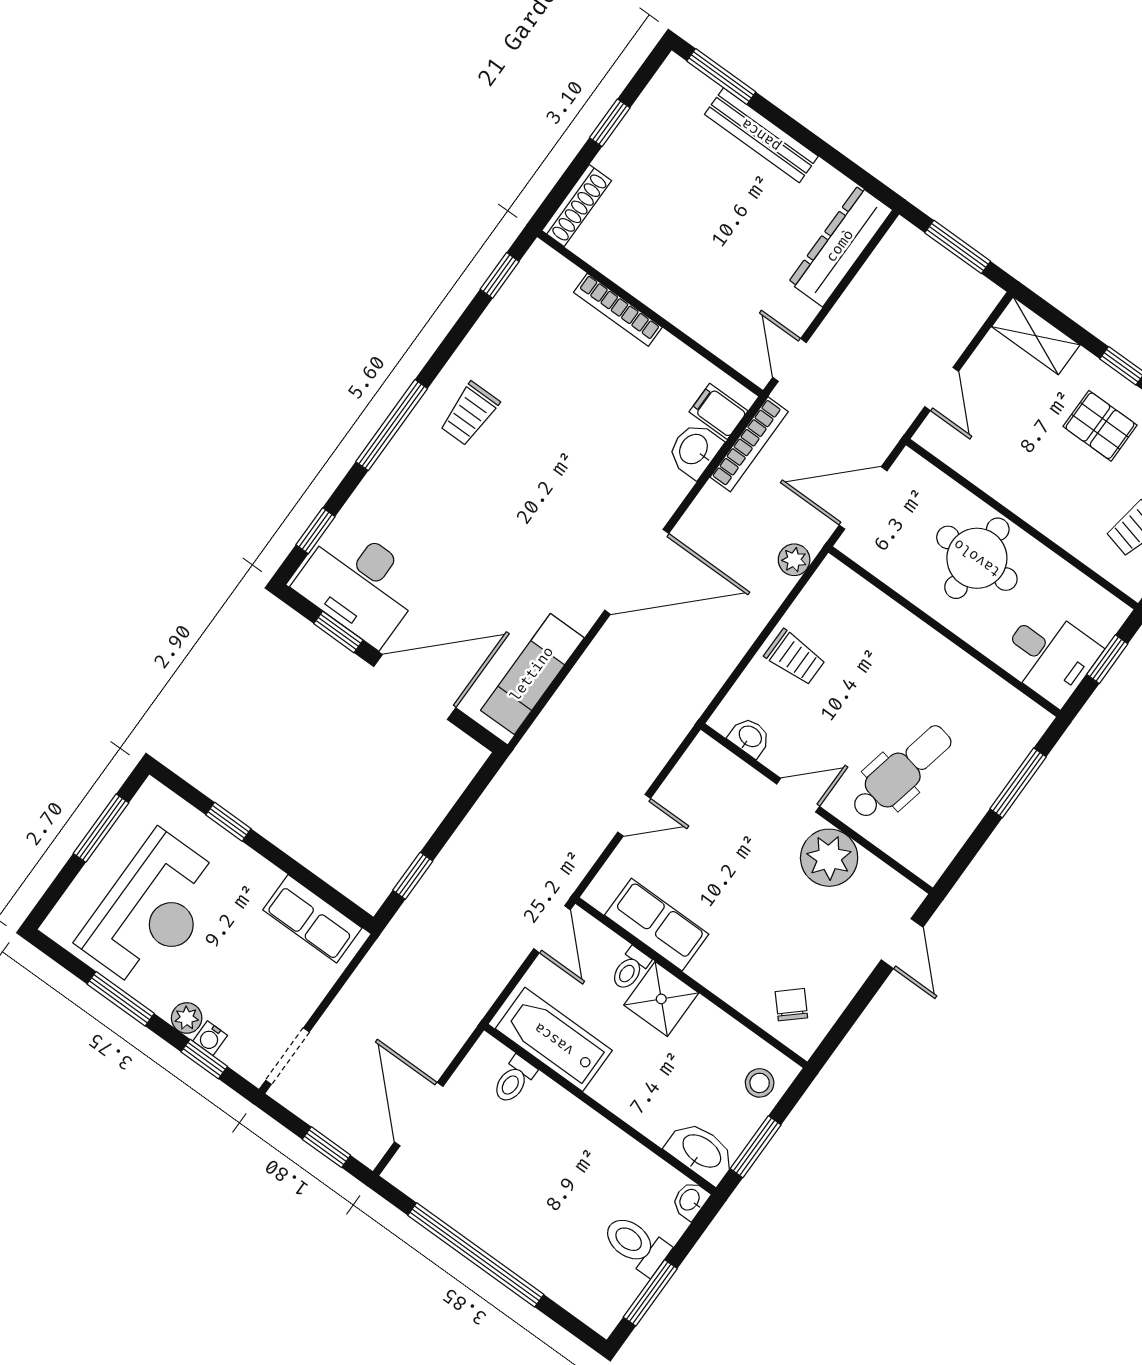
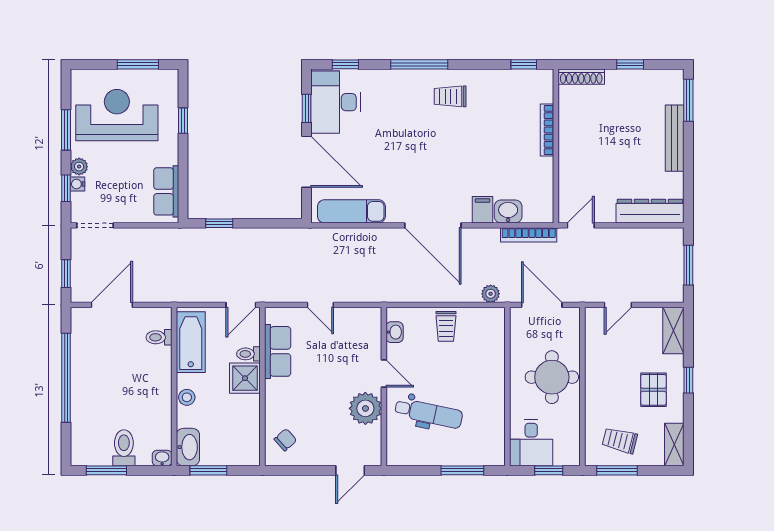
filing cabinet: (718, 411) -> (483, 210), moved
reception desk: (152, 911) -> (117, 115), turned 180
stool: (760, 1083) -> (187, 397), moved

